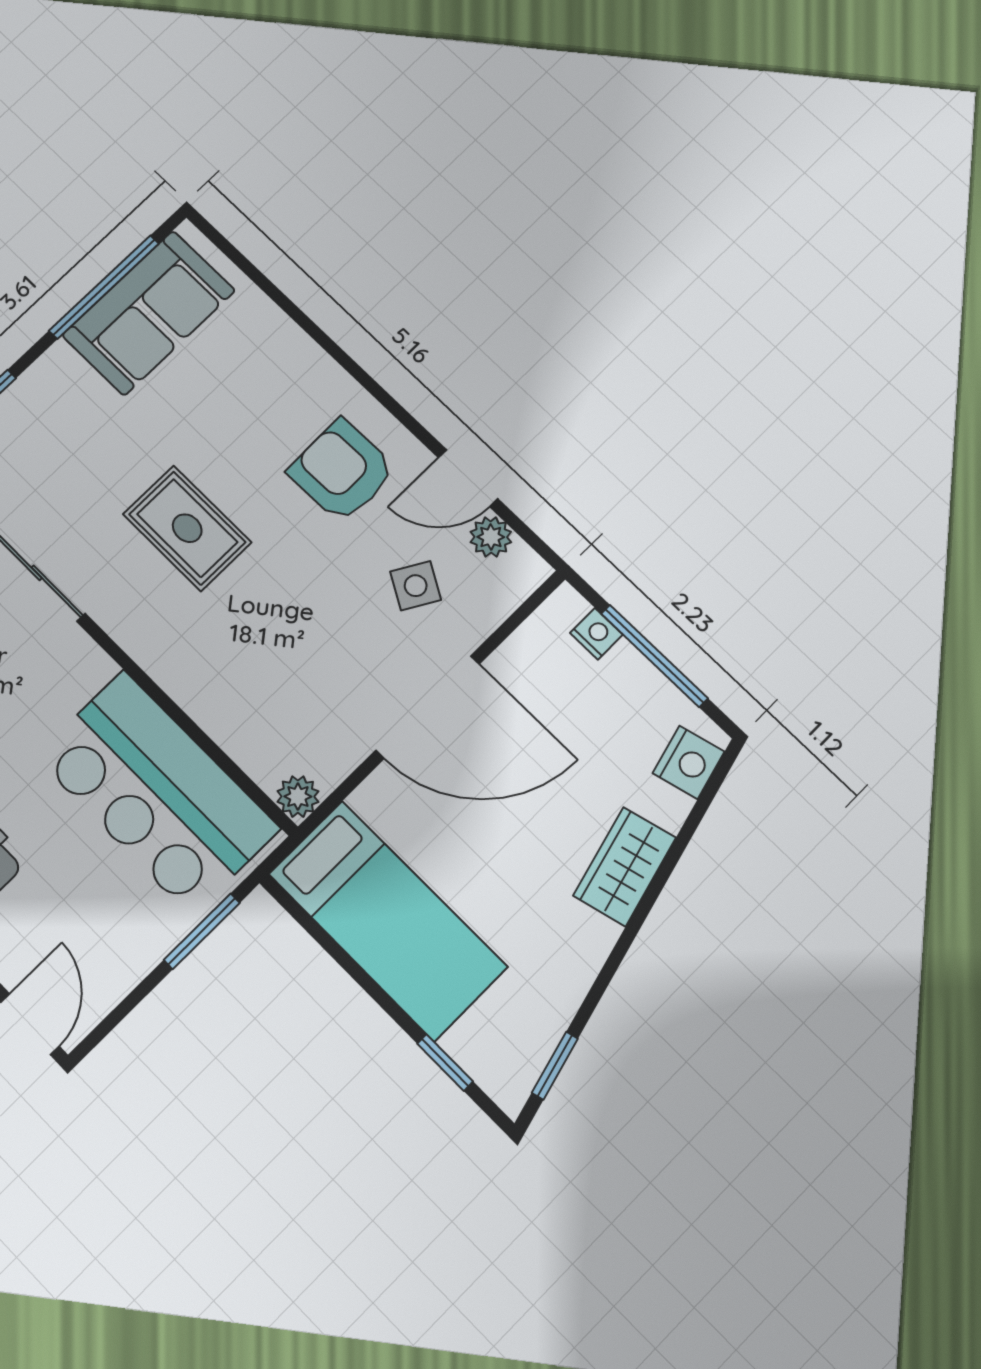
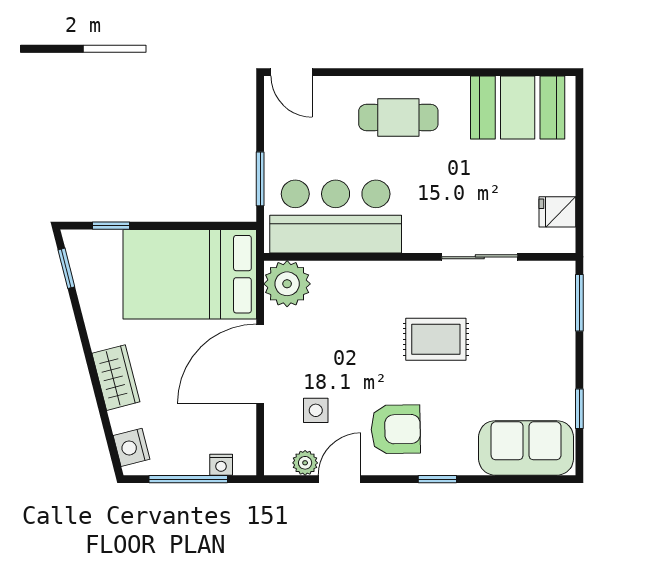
window: (104, 287) -> (579, 409), width x0.46
sofa: (149, 313) -> (526, 448), moved, turned 90
window: (351, 367) -> (437, 479), added
side table: (416, 586) -> (316, 410), turned -30
plant: (298, 797) -> (287, 284), width x1.88, depth x1.88
bed: (388, 920) -> (190, 274), width x1.50

